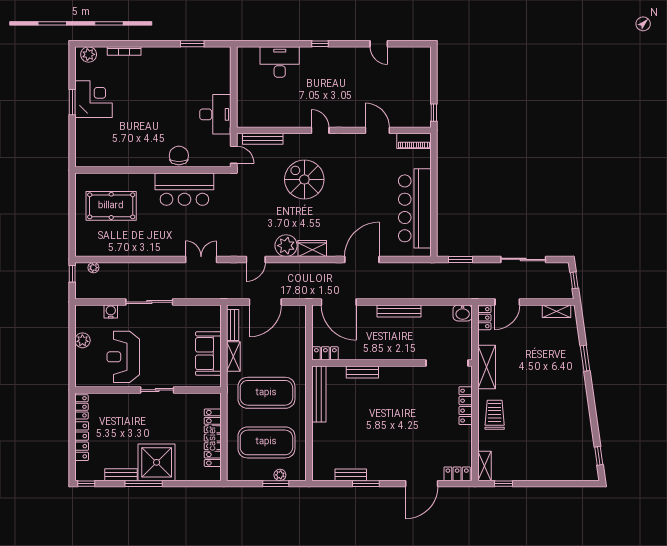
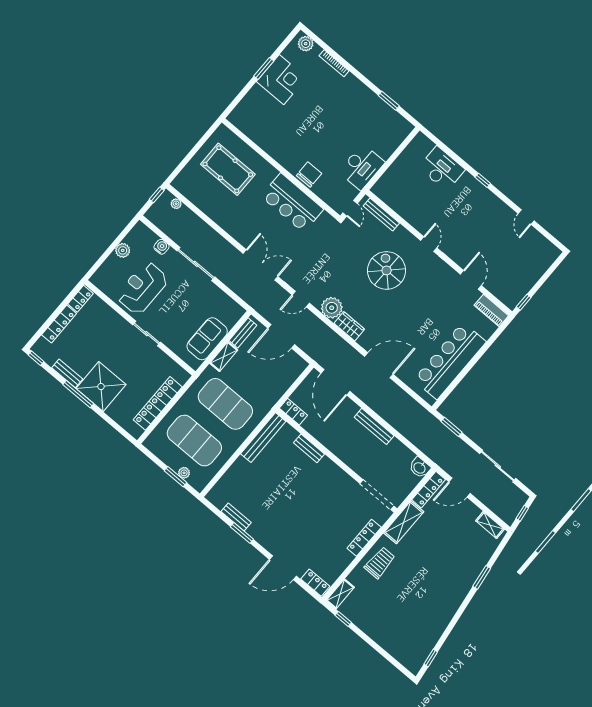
double door: (201, 259) -> (261, 265), width x1.37
locker: (484, 318) -> (429, 490), width x1.53

